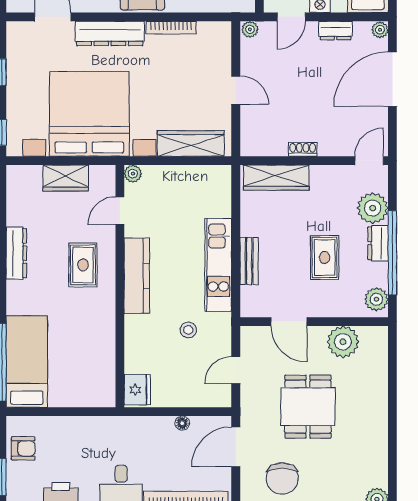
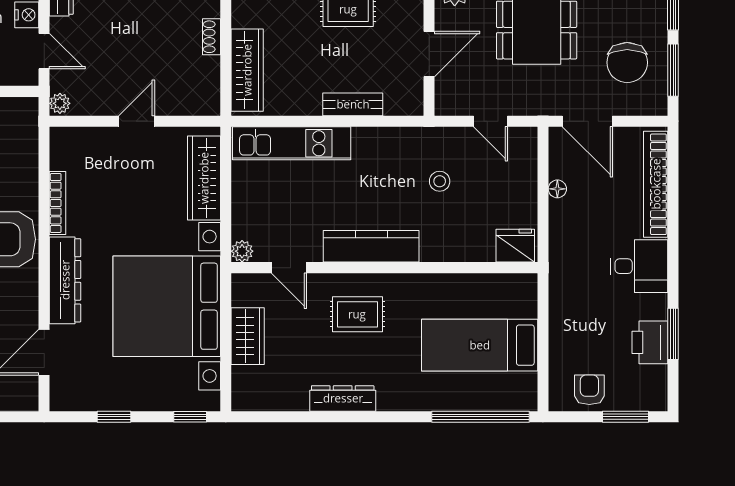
kitchen unit: (218, 265) -> (292, 143), moved
bed: (27, 362) -> (480, 345), moved
chair: (282, 478) -> (627, 63), turned 90

